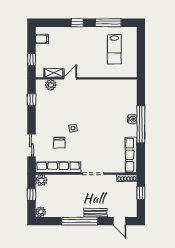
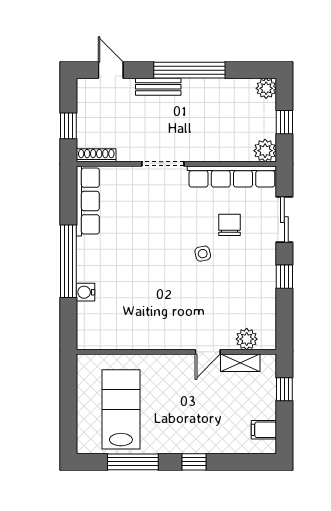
lab bench: (114, 49) -> (121, 409), width x1.36, depth x1.39
window: (32, 100) -> (284, 277), moved
water cooler: (132, 119) -> (86, 292), moved

